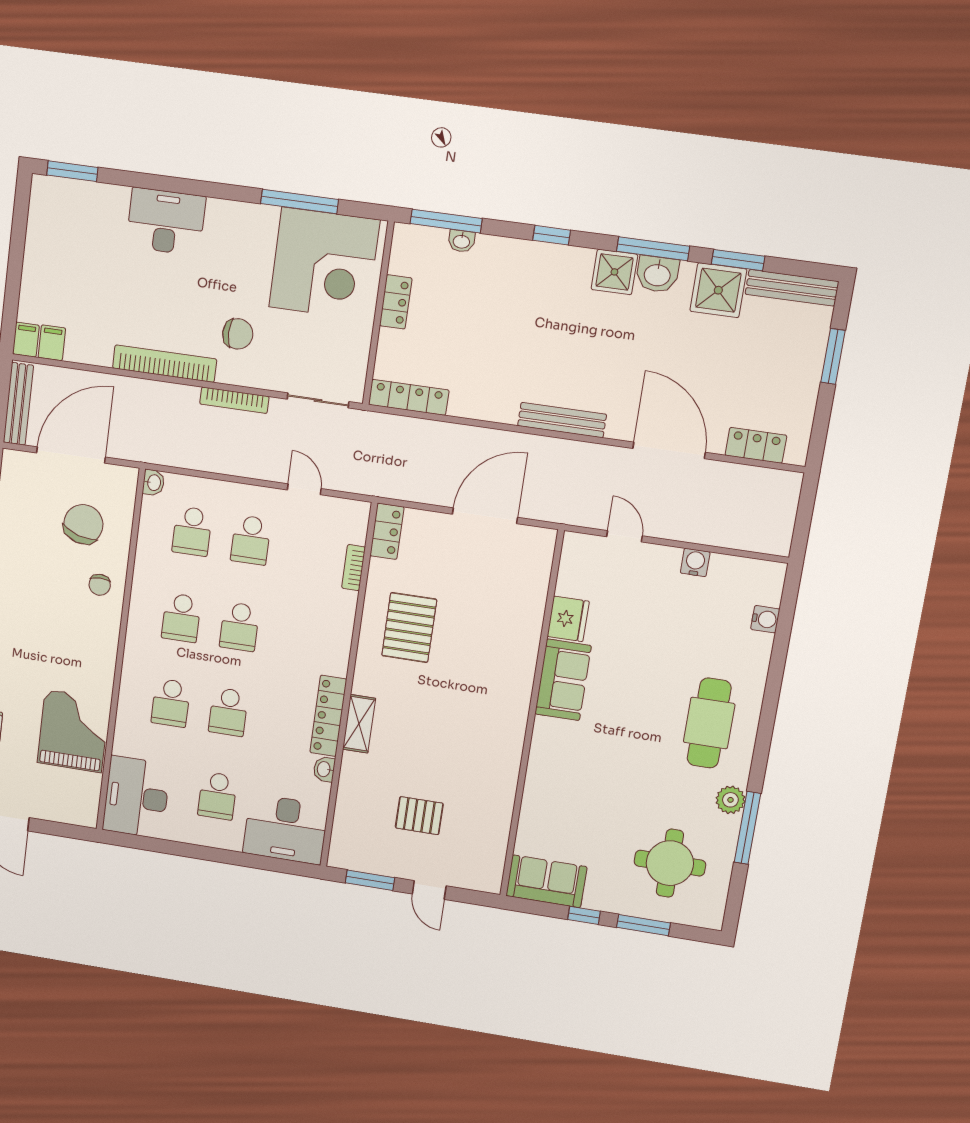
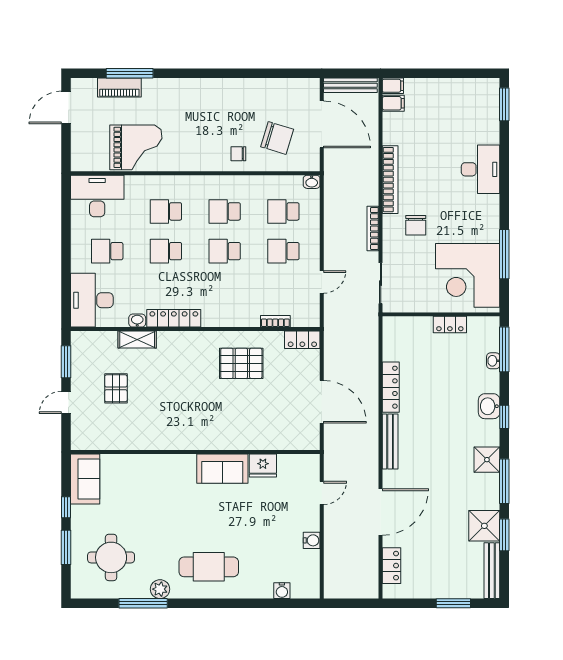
washbasin: (657, 274) -> (489, 406), moved
locker: (409, 397) -> (391, 387), moved
shelving: (359, 724) -> (137, 339), moved

